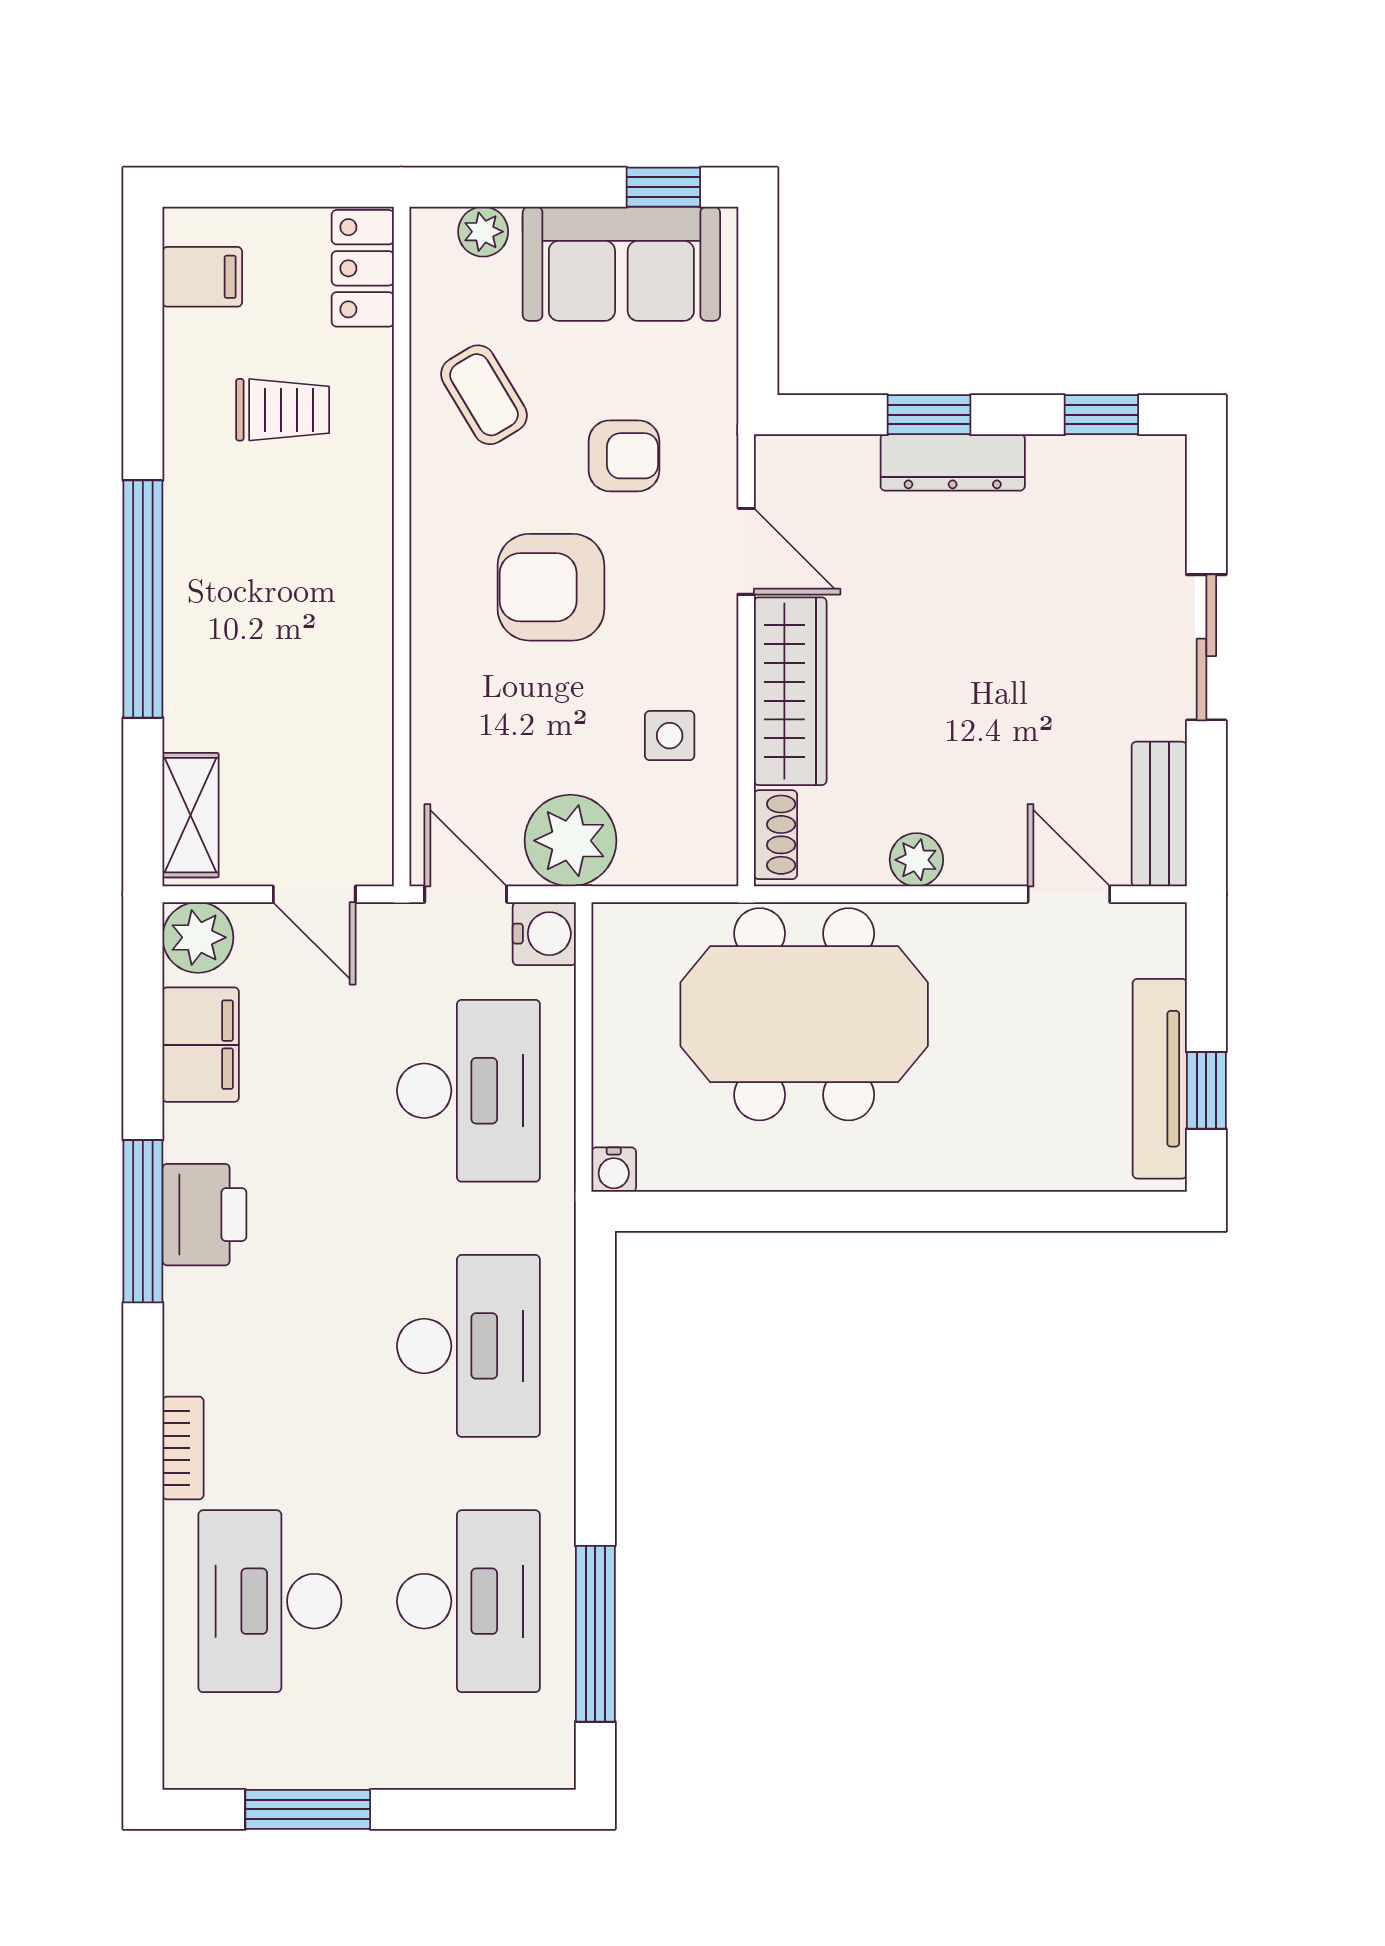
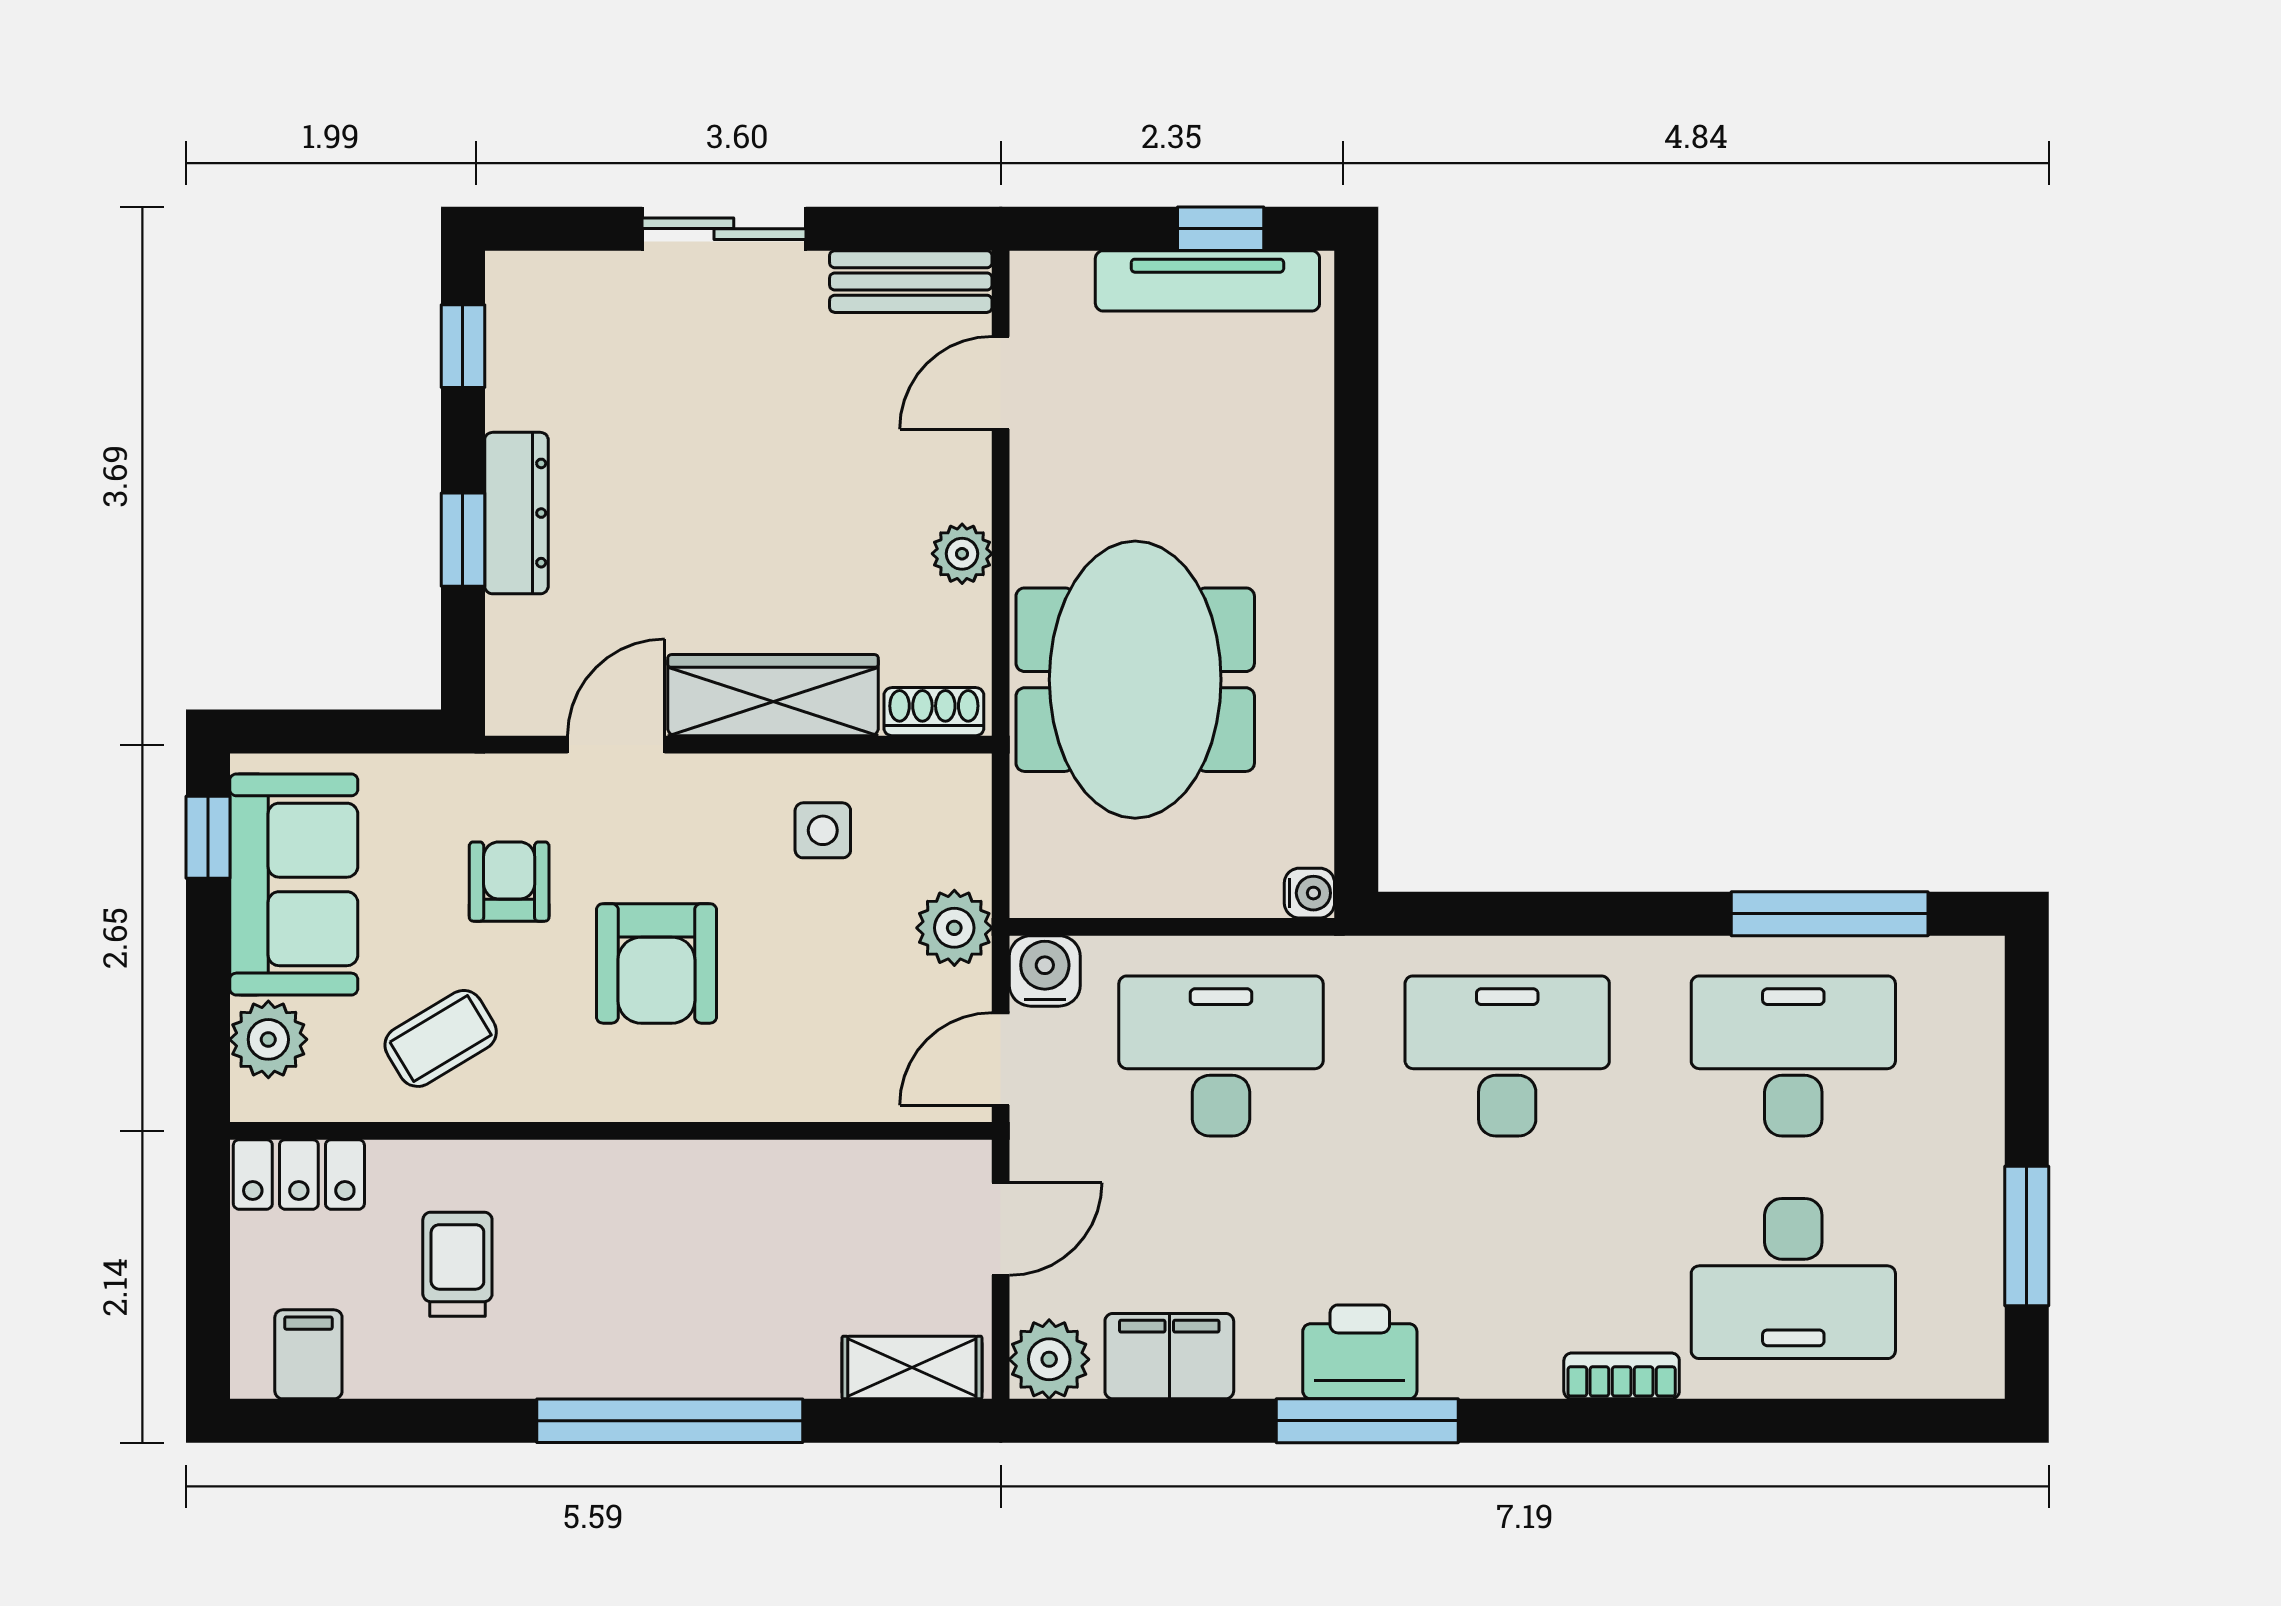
plant: (483, 232) -> (268, 1039), width x1.38, depth x1.38
plant: (570, 841) -> (954, 928), width x0.73, depth x0.73

